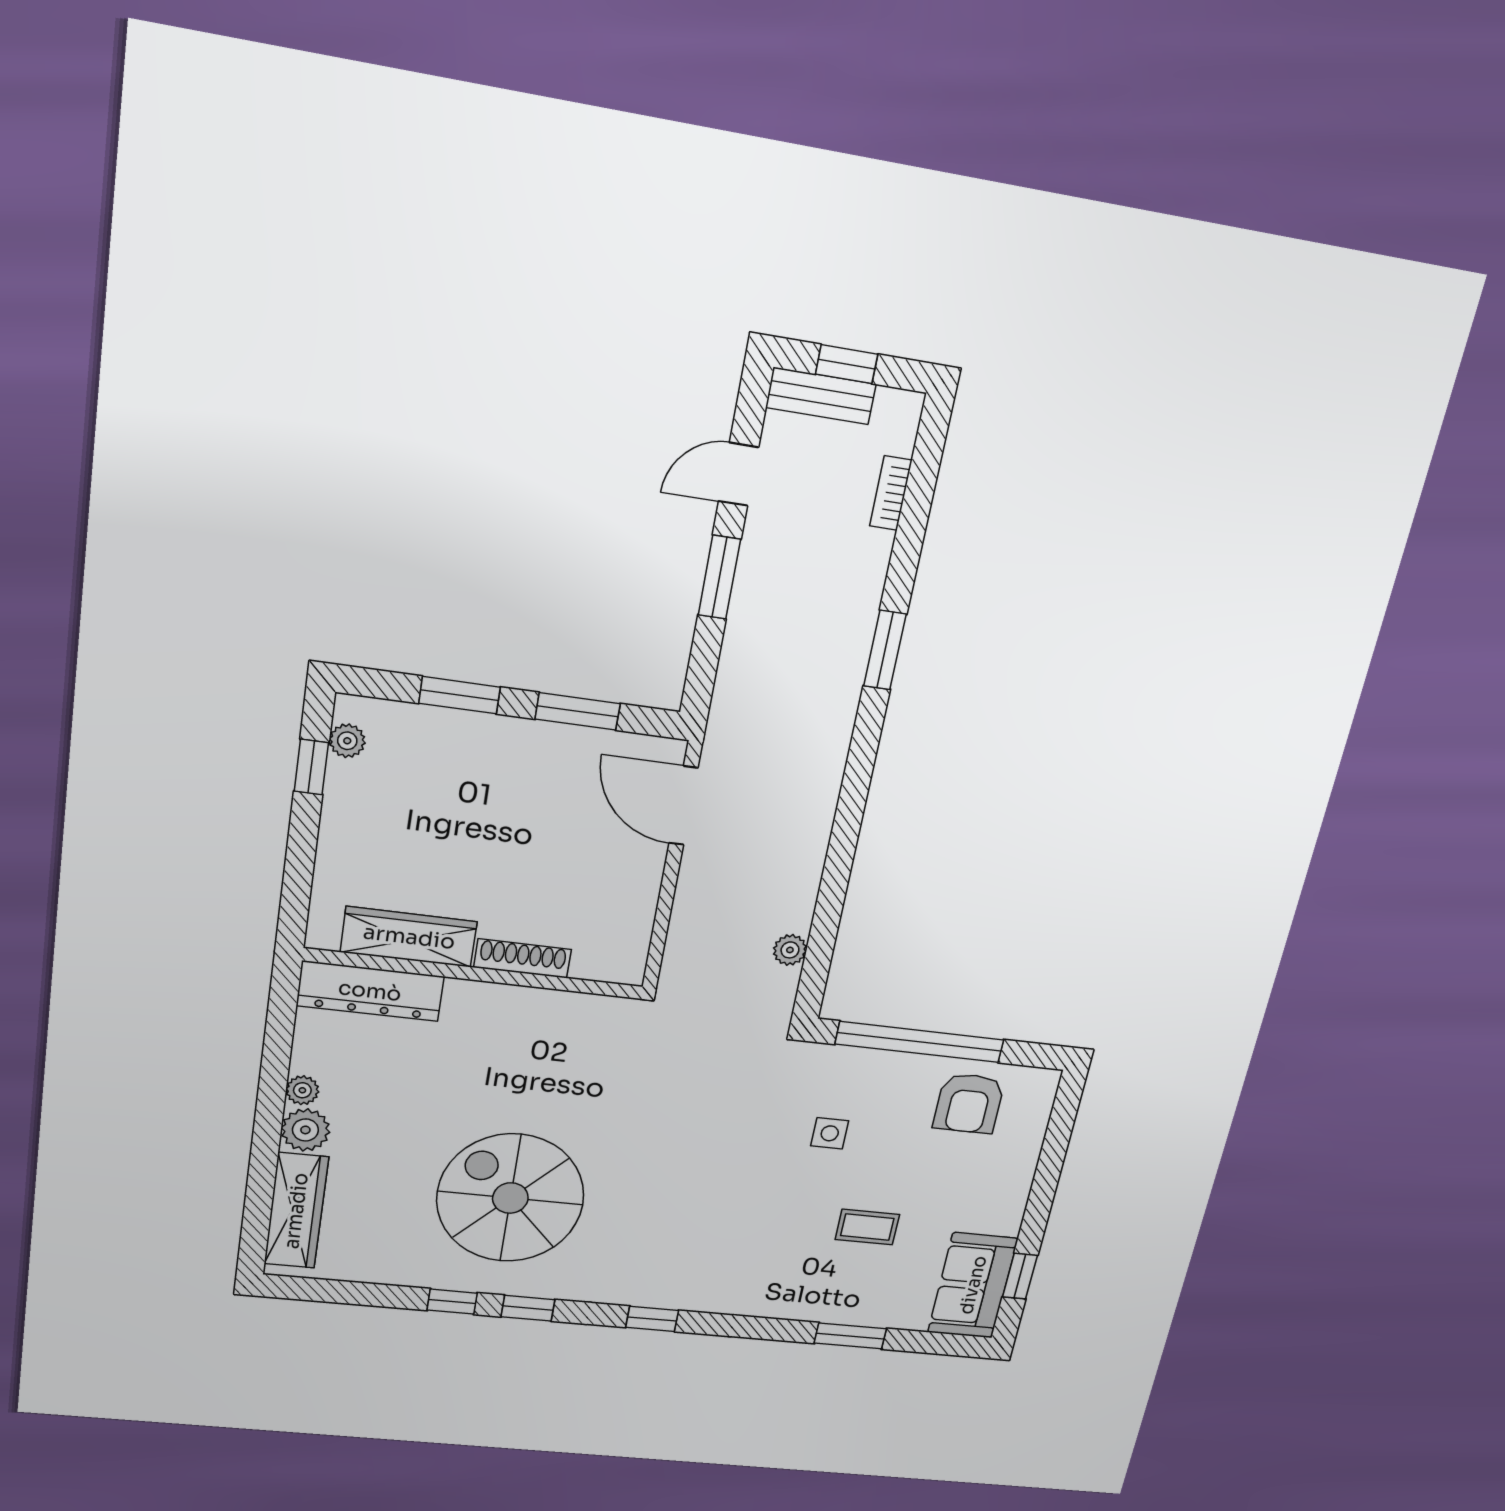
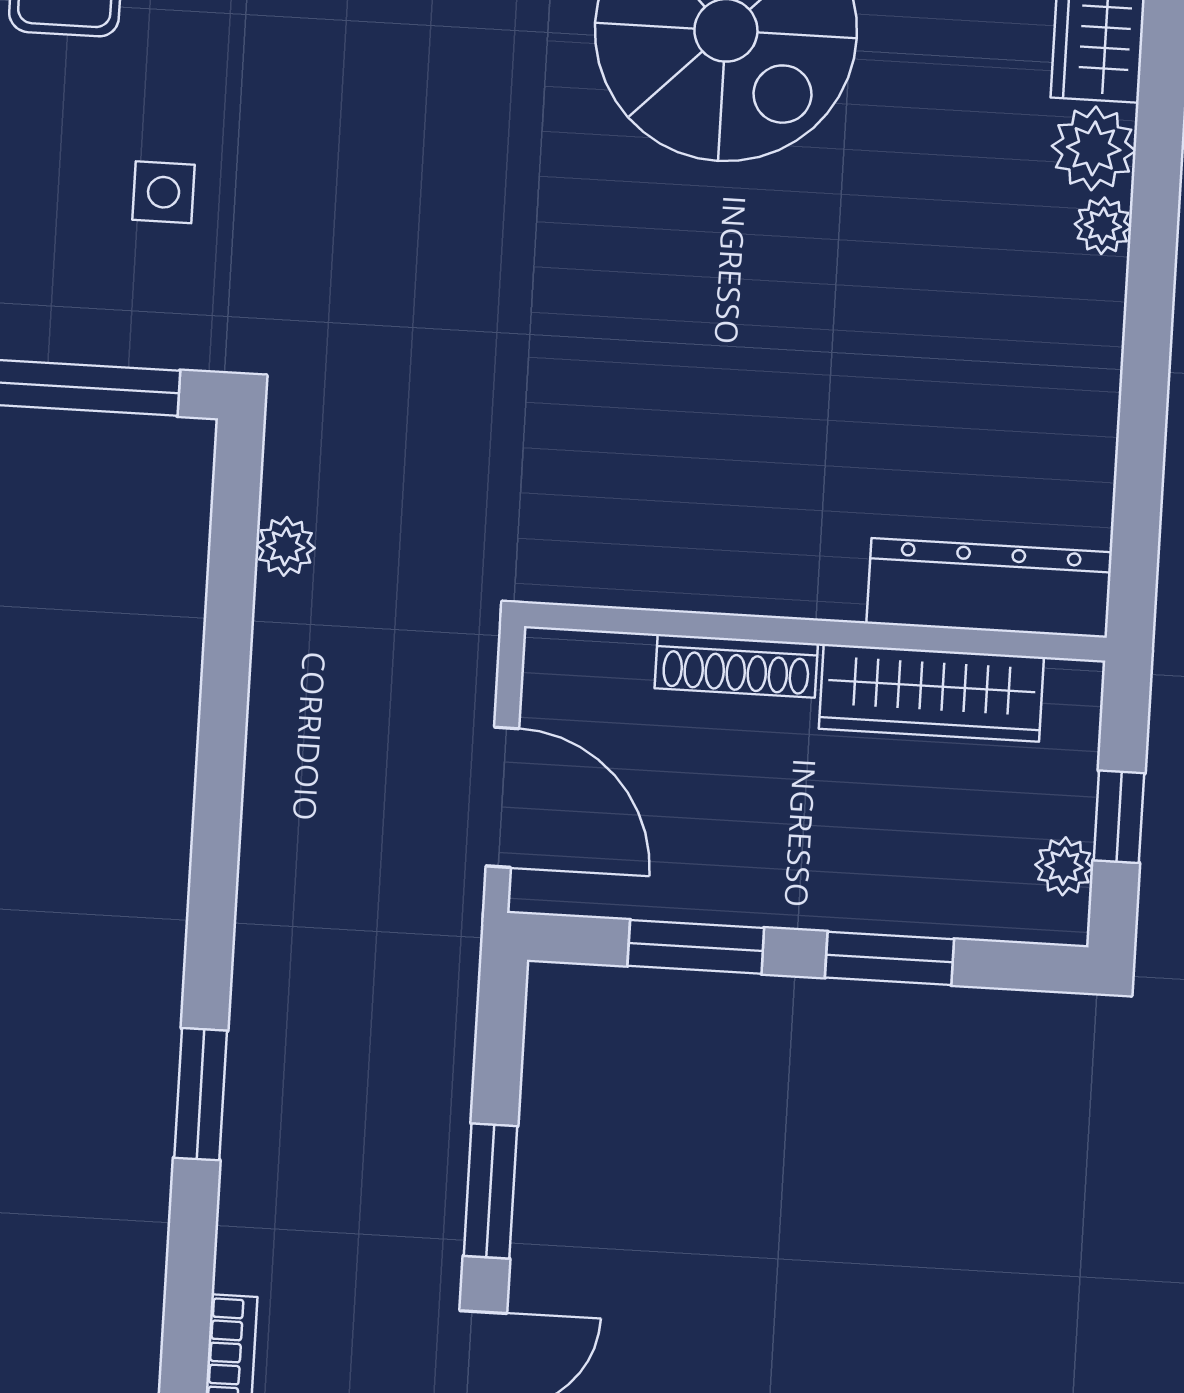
wardrobe: (409, 937) -> (931, 693), moved
shoe rack: (523, 958) -> (736, 666), moved
wall: (475, 974) -> (815, 632), moved
dresser: (370, 991) -> (989, 588), moved

